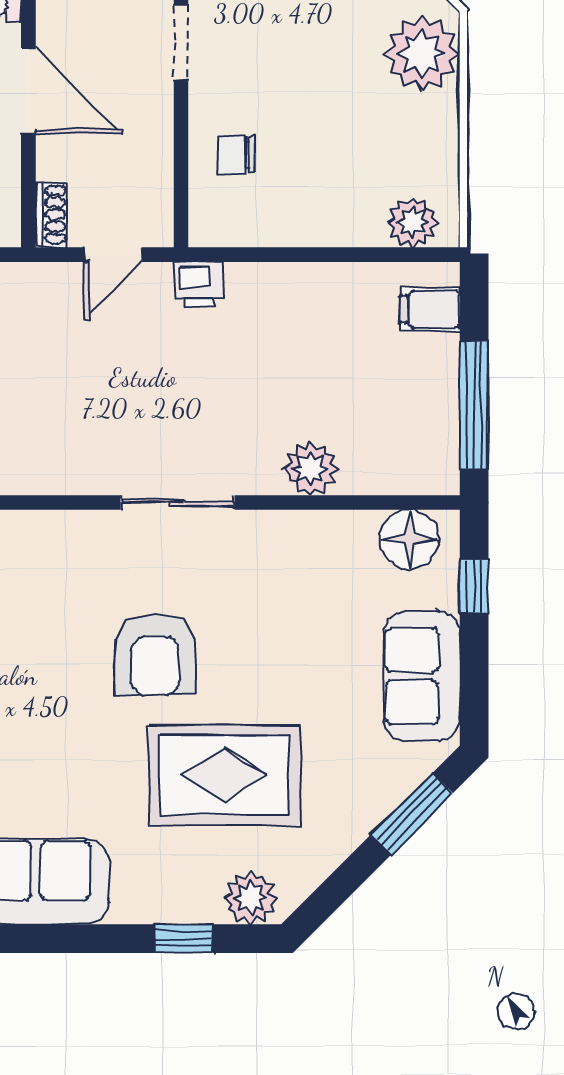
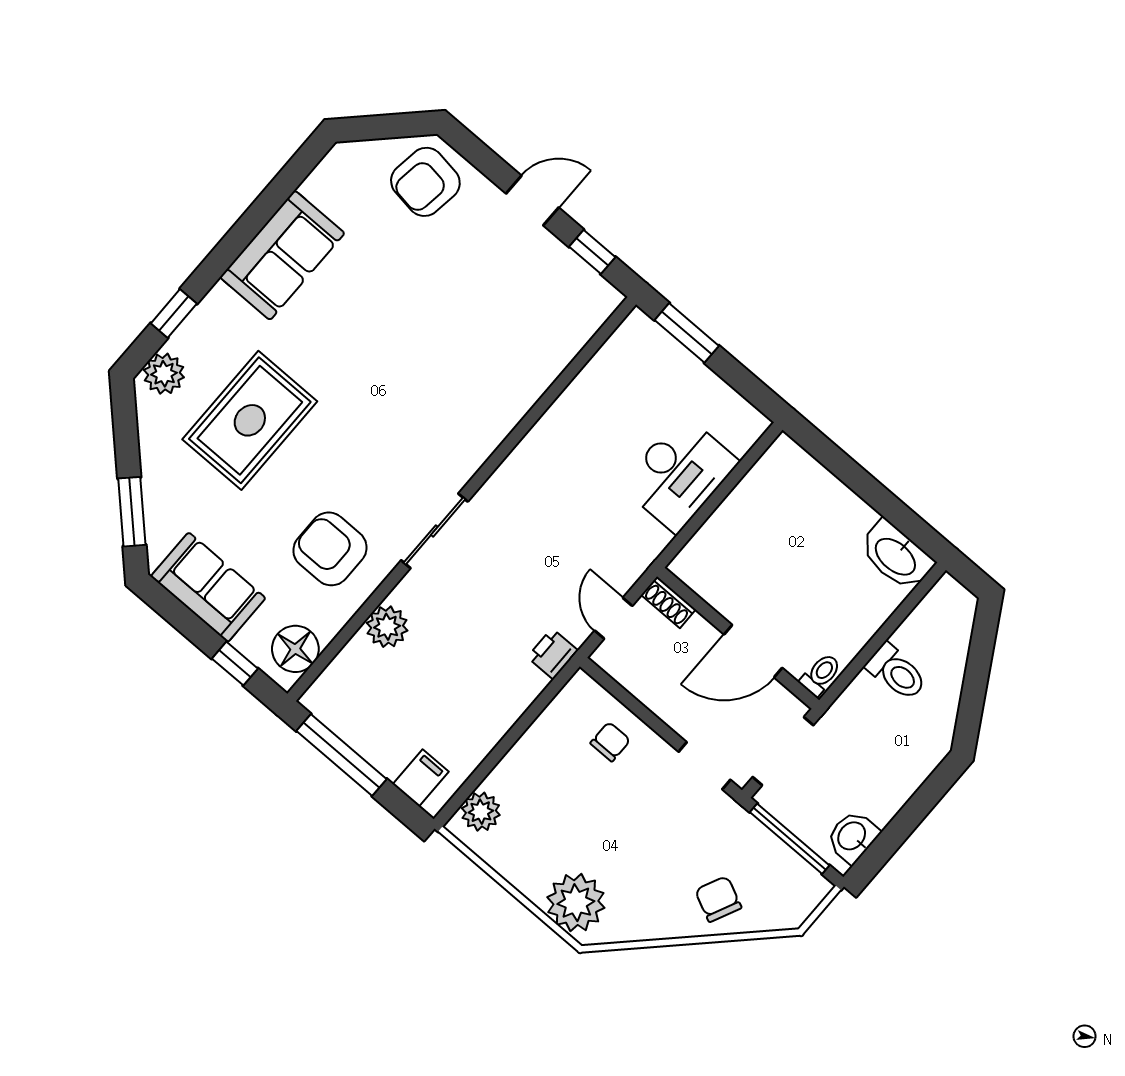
armchair: (155, 654) -> (330, 549), moved

